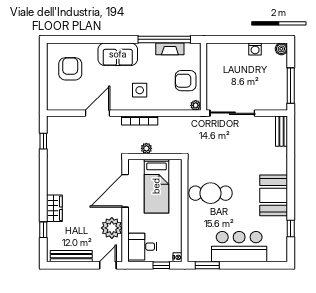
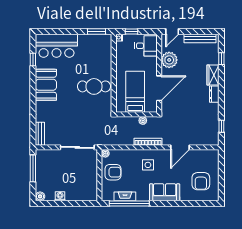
dresser: (53, 183) -> (214, 94), added
bar counter: (239, 247) -> (56, 46), moved

